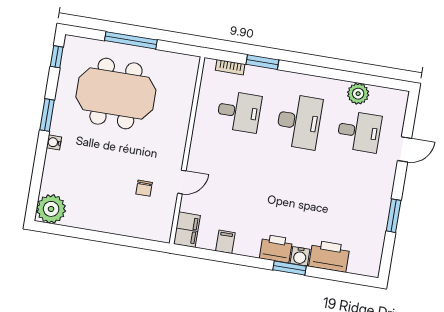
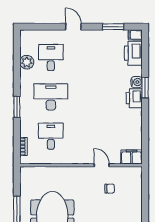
window: (262, 62) -> (17, 107), moved
door: (405, 149) -> (73, 27), moved
window: (394, 216) -> (113, 27), moved
filing cabinet: (225, 242) -> (135, 35), moved
printer: (329, 256) -> (133, 53), moved

